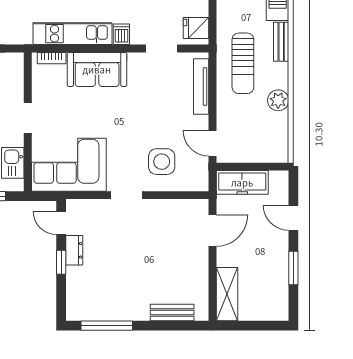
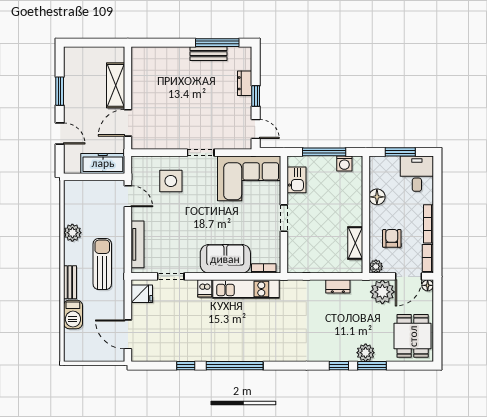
dresser: (74, 250) -> (245, 83), moved
shelving: (227, 294) -> (116, 85), moved
bench: (172, 313) -> (208, 54), moved

